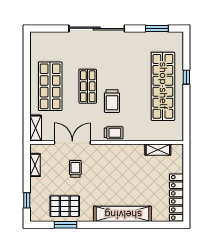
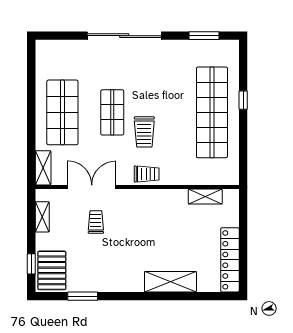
pallet: (65, 206) -> (52, 270), moved, turned 90
shelving: (123, 214) -> (170, 282), width x0.68

